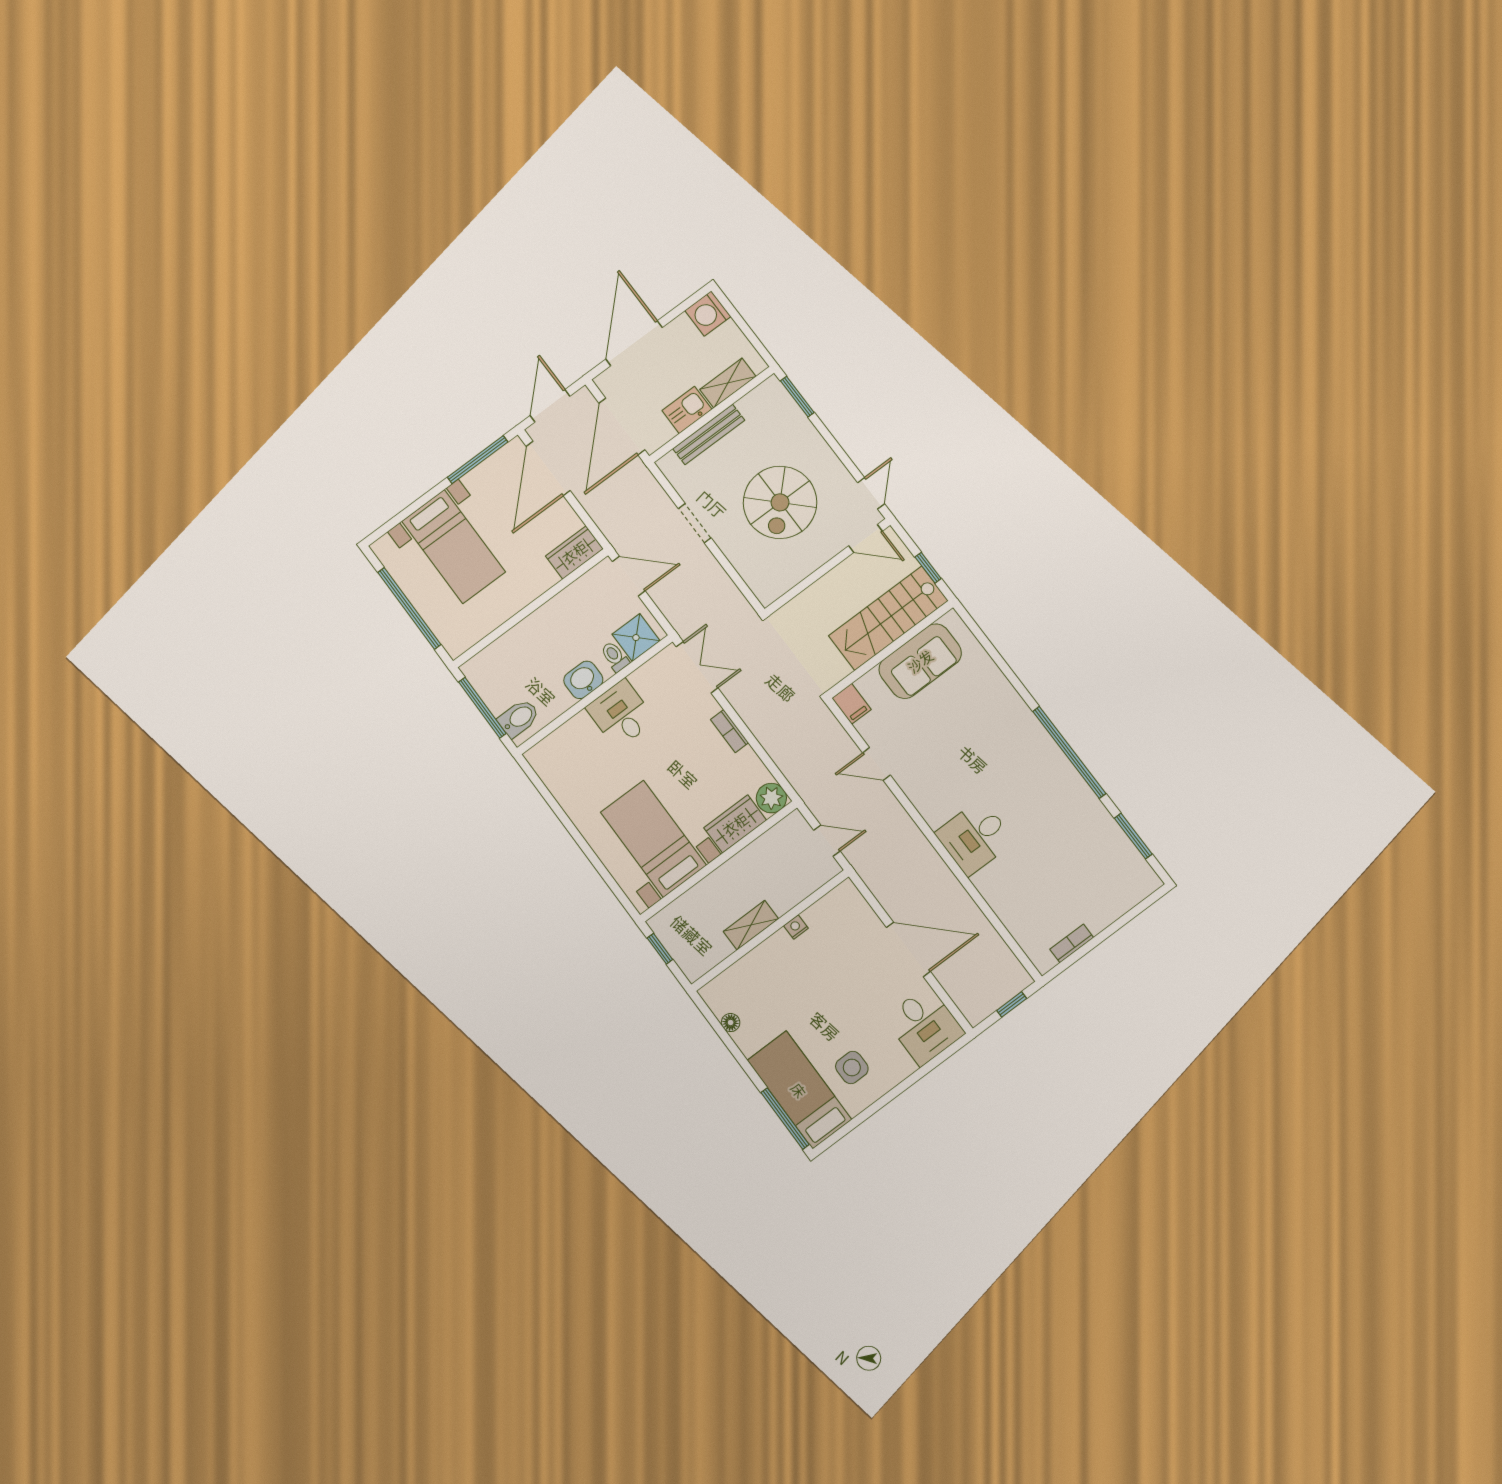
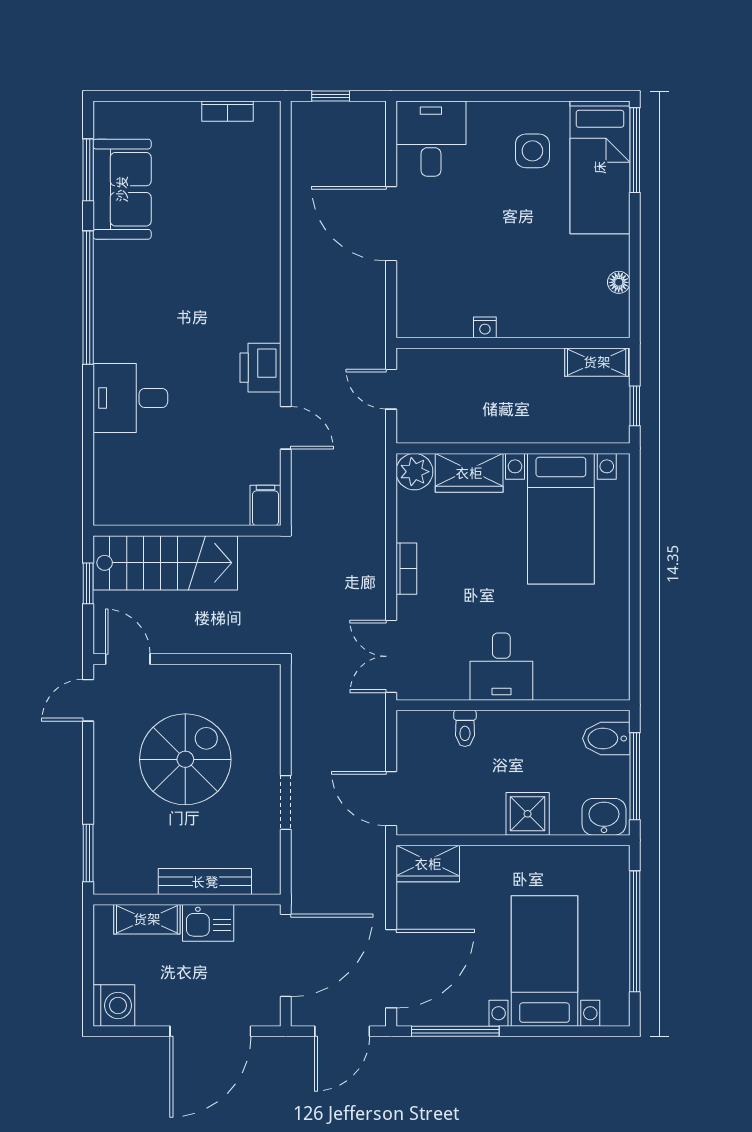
shower: (636, 638) -> (528, 814), moved
sofa: (920, 661) -> (122, 189), moved, turned 90
washbasin: (583, 680) -> (604, 817), moved, turned 180
printer: (922, 791) -> (260, 368), added
desk: (975, 837) -> (130, 398), moved, turned 180
shelving: (751, 925) -> (597, 362), moved

